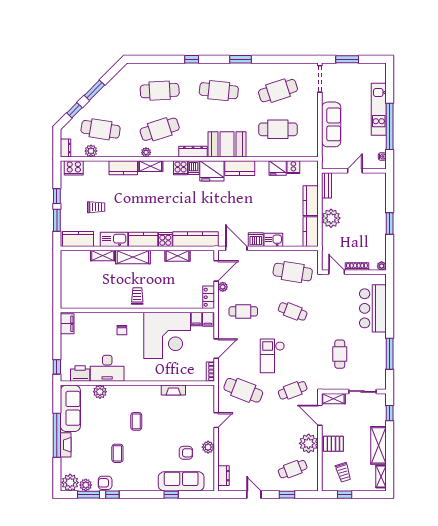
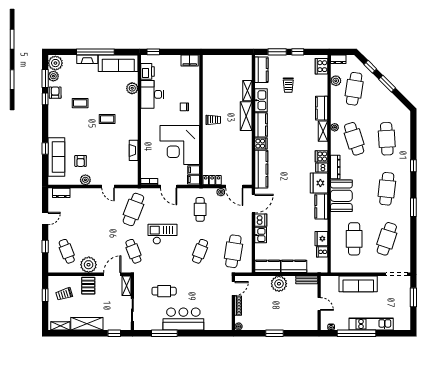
cafe table: (278, 91) -> (387, 239), turned 36
shelving: (178, 256) -> (247, 154), removed
bar counter: (373, 308) -> (183, 319), moved

